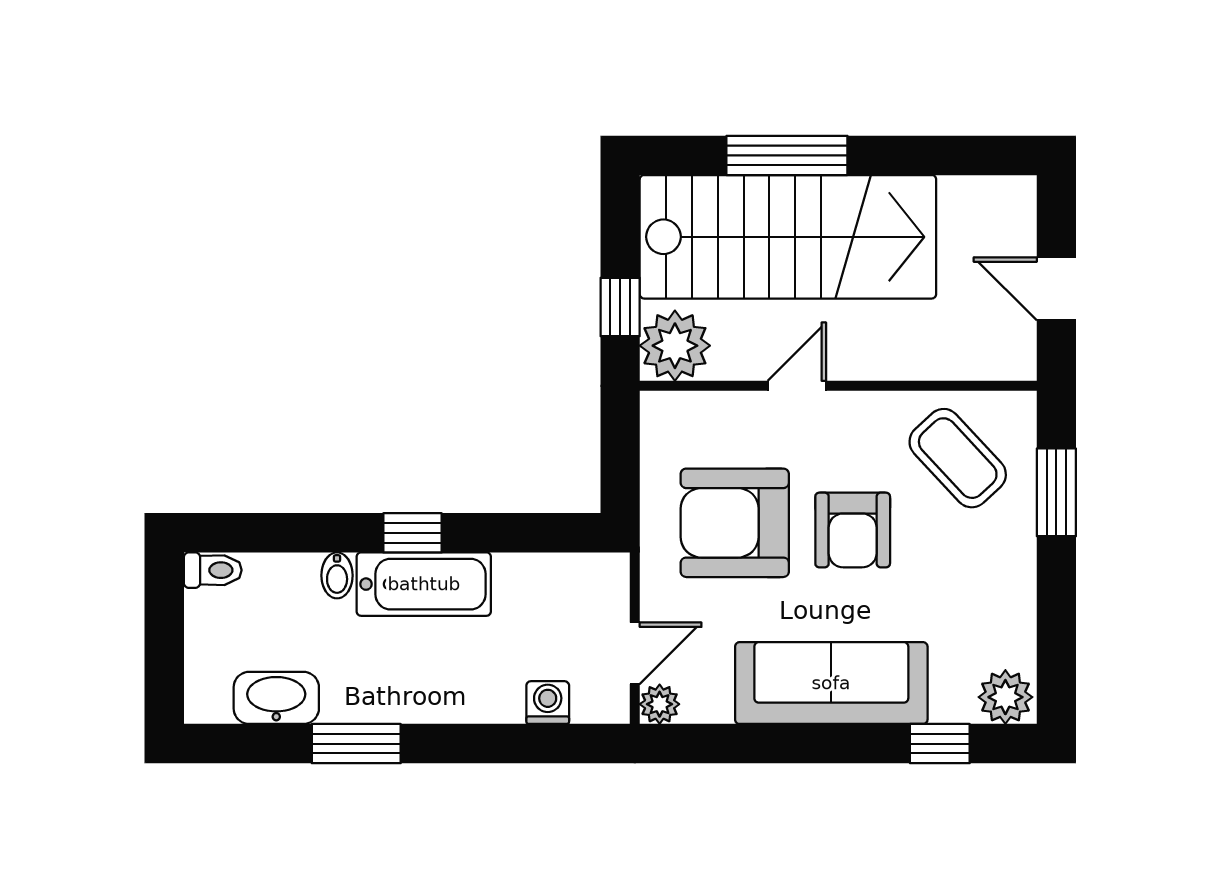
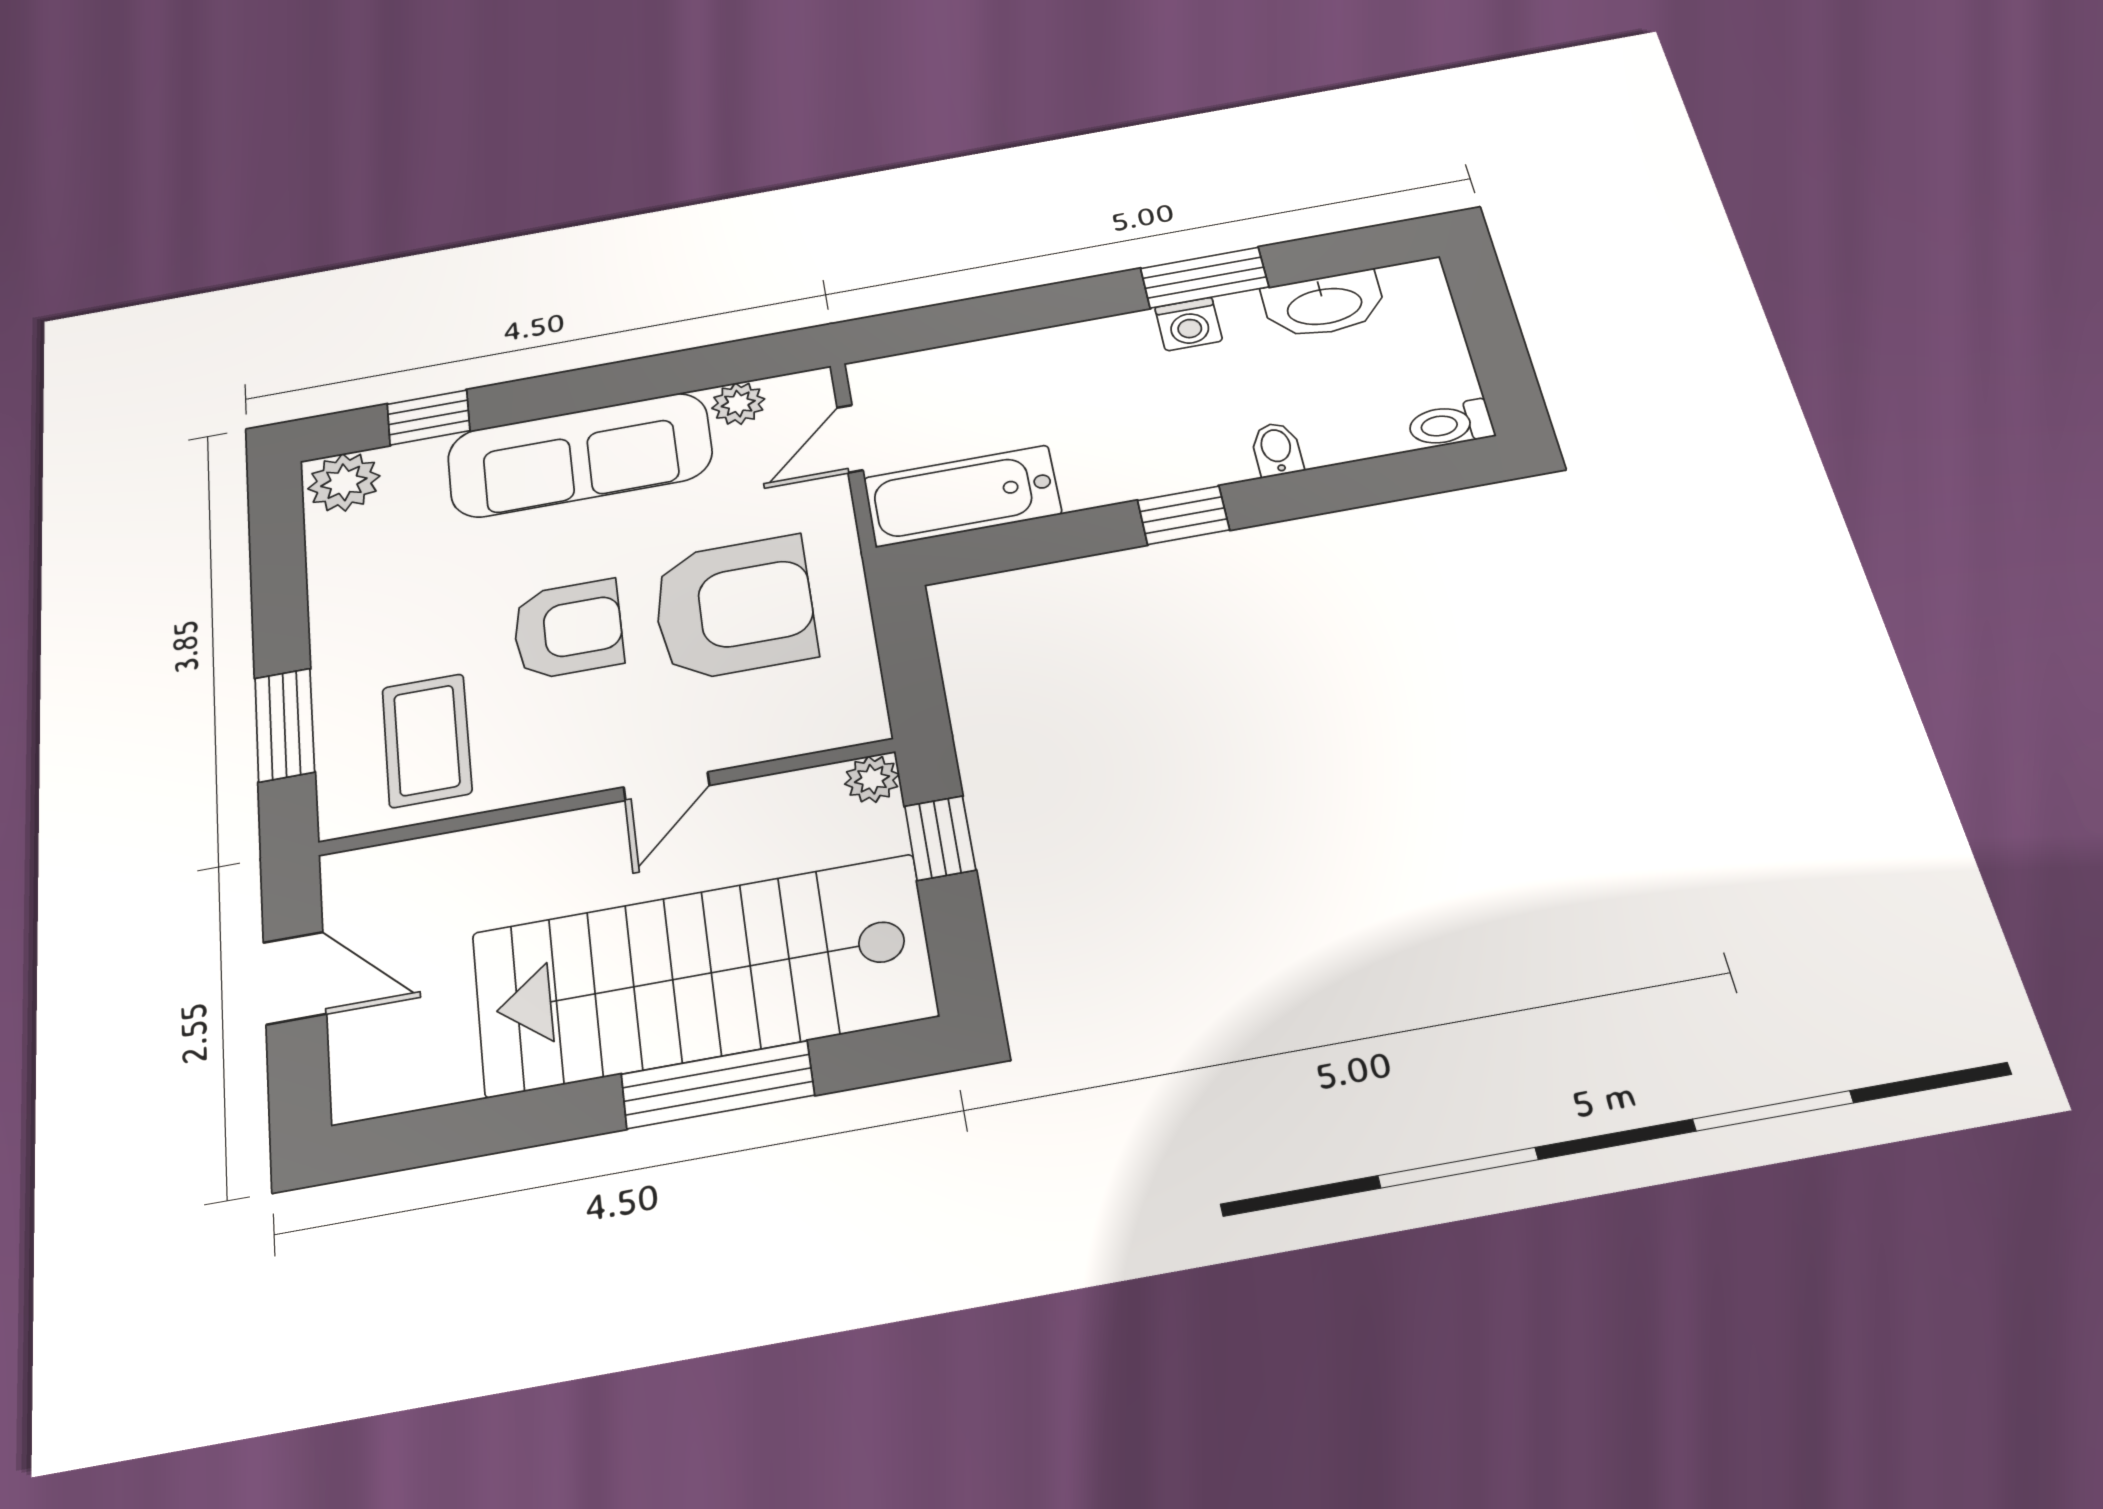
plant: (675, 346) -> (872, 779), width x0.53, depth x0.53
coffee table: (958, 458) -> (427, 740), turned 43
armchair: (853, 530) -> (568, 629), turned 90
bathtub: (424, 584) -> (962, 496), moved
washing machine: (548, 703) -> (1189, 324), moved
plant: (660, 704) -> (738, 404), moved

